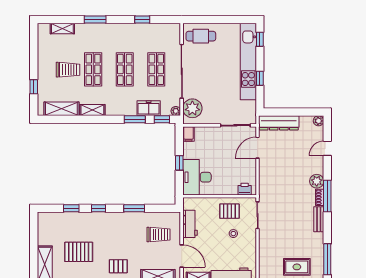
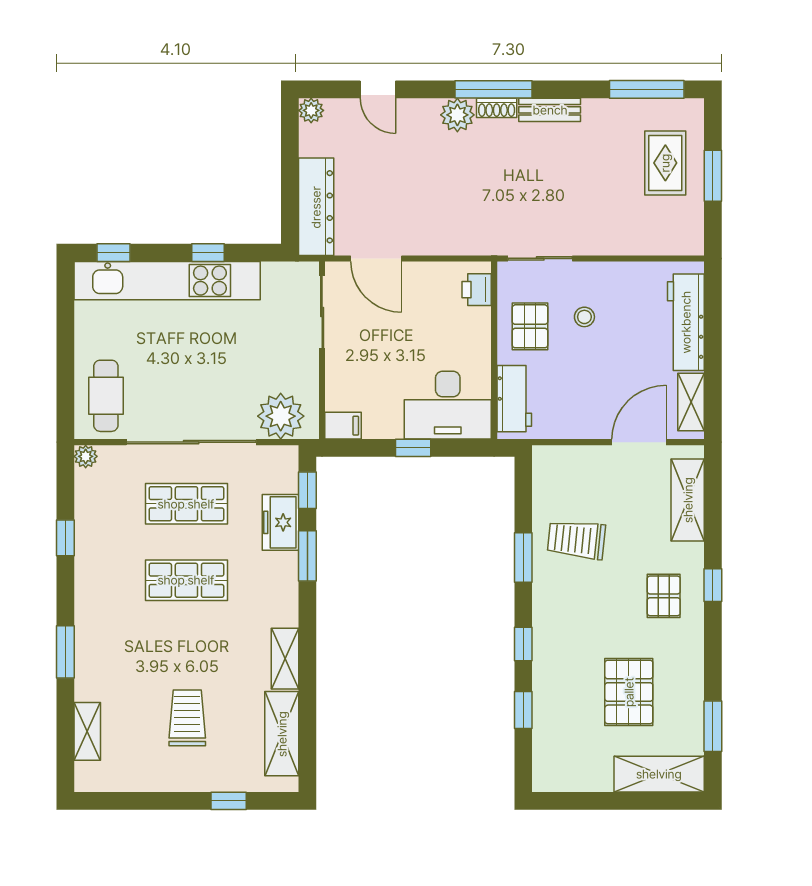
shop shelf: (93, 69) -> (186, 657), removed
plant: (176, 111) -> (86, 456), moved
workbench: (190, 224) -> (514, 399), moved, turned 90
trolley: (158, 235) -> (576, 540), moved, turned -84

